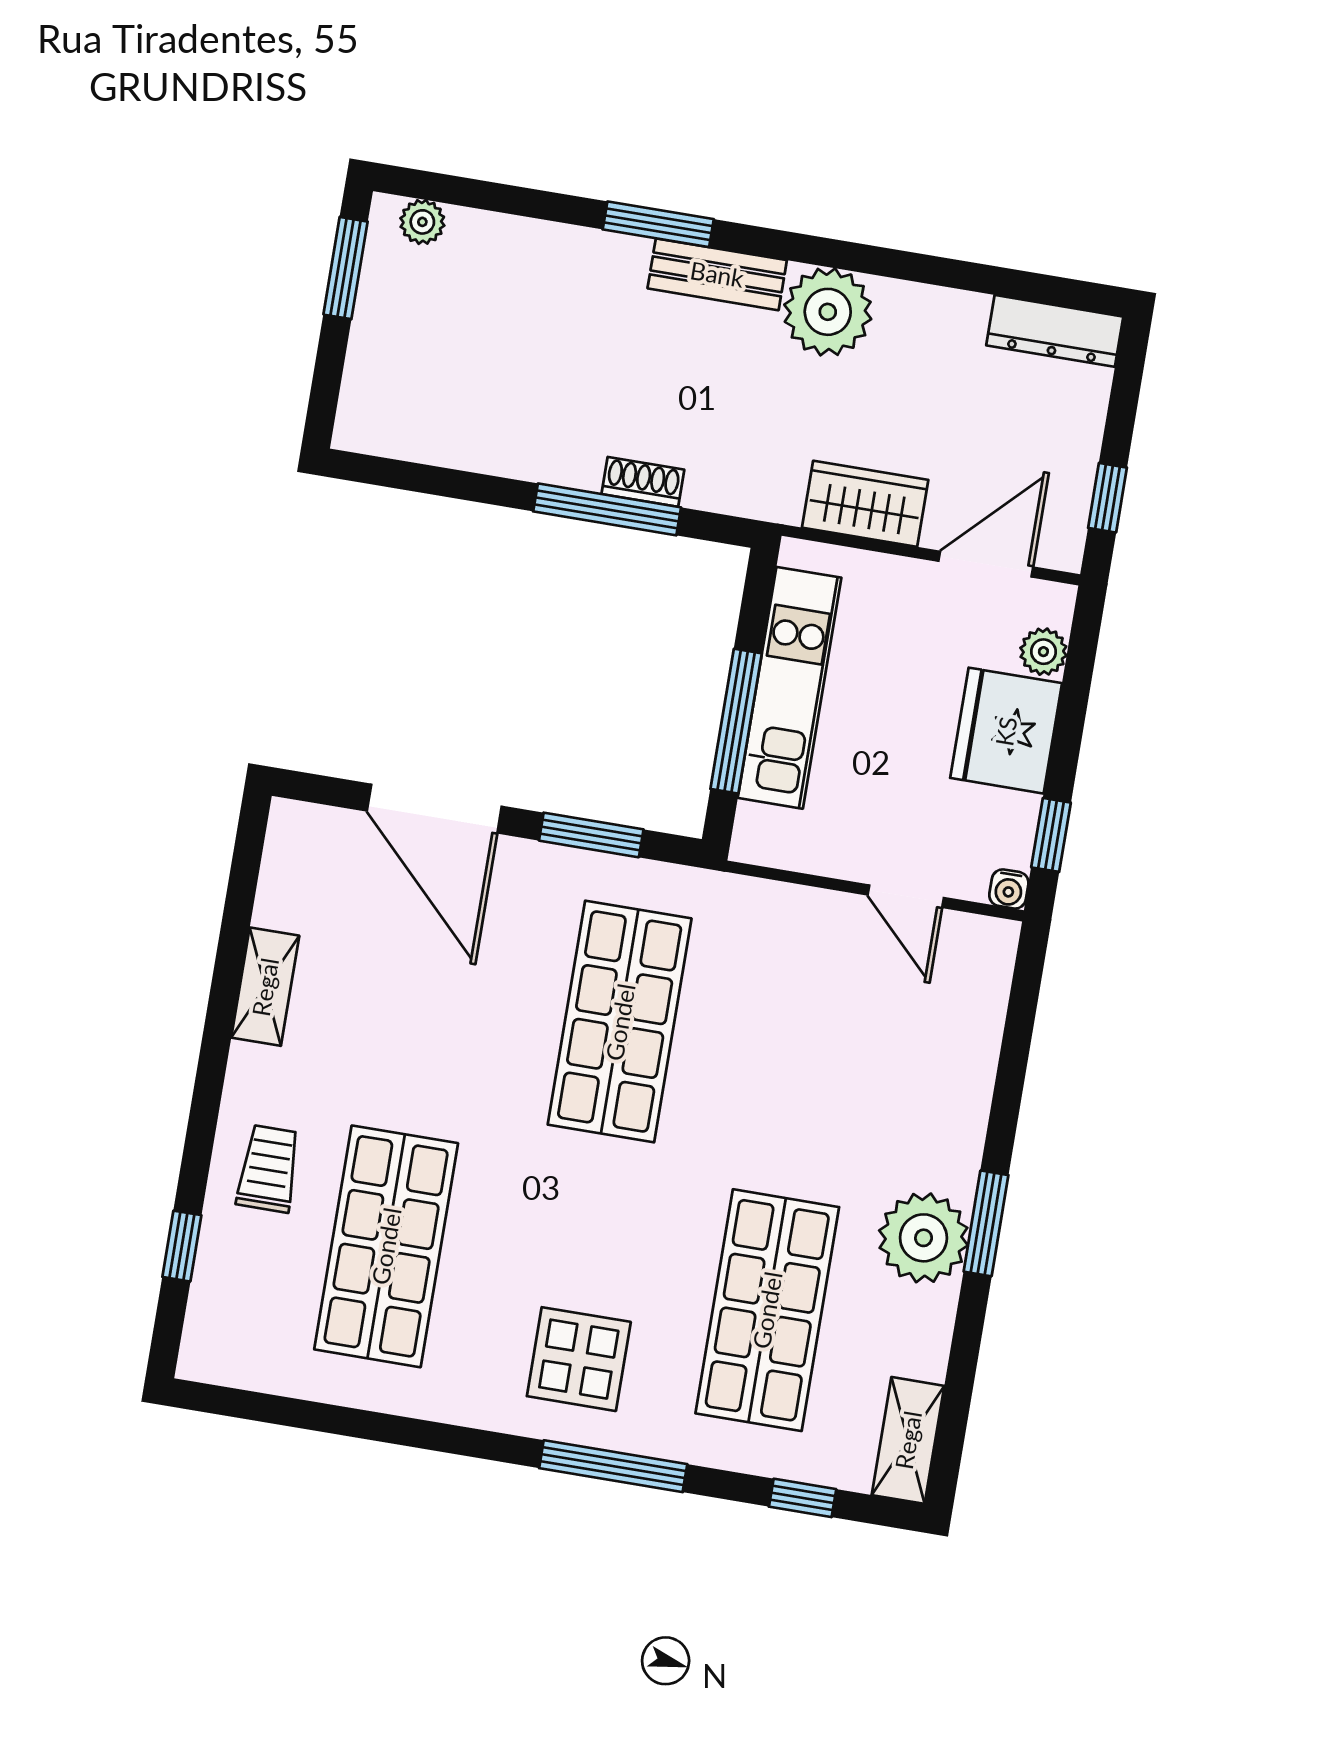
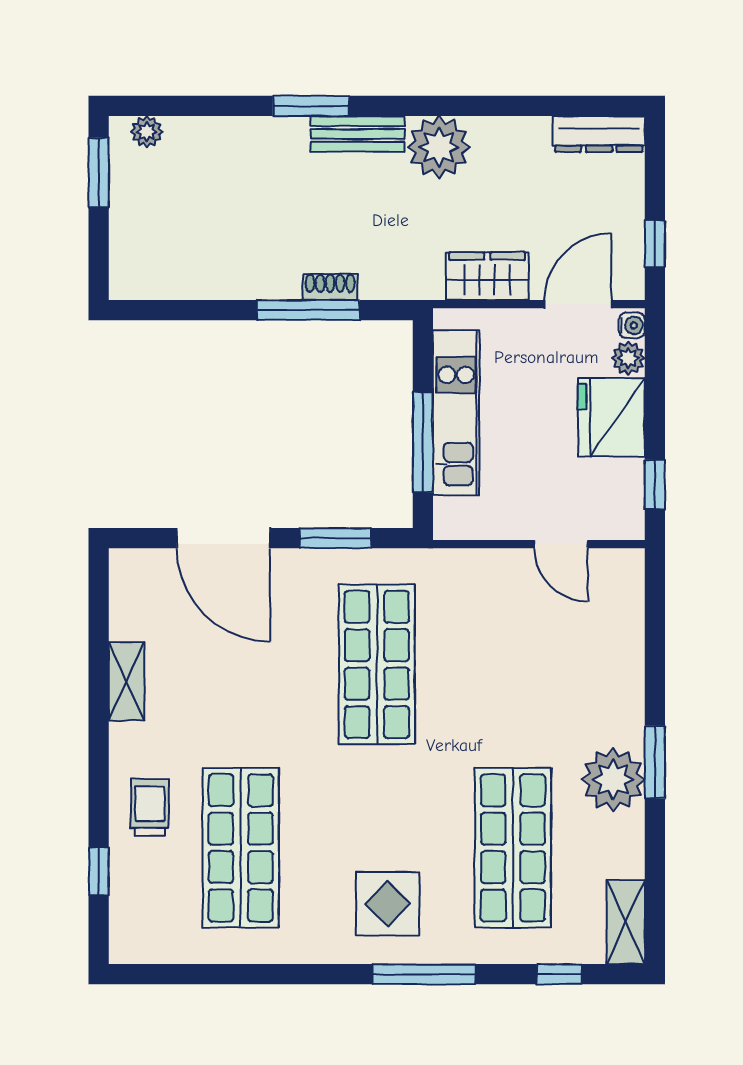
water cooler: (1009, 889) -> (632, 325), moved, turned -90

